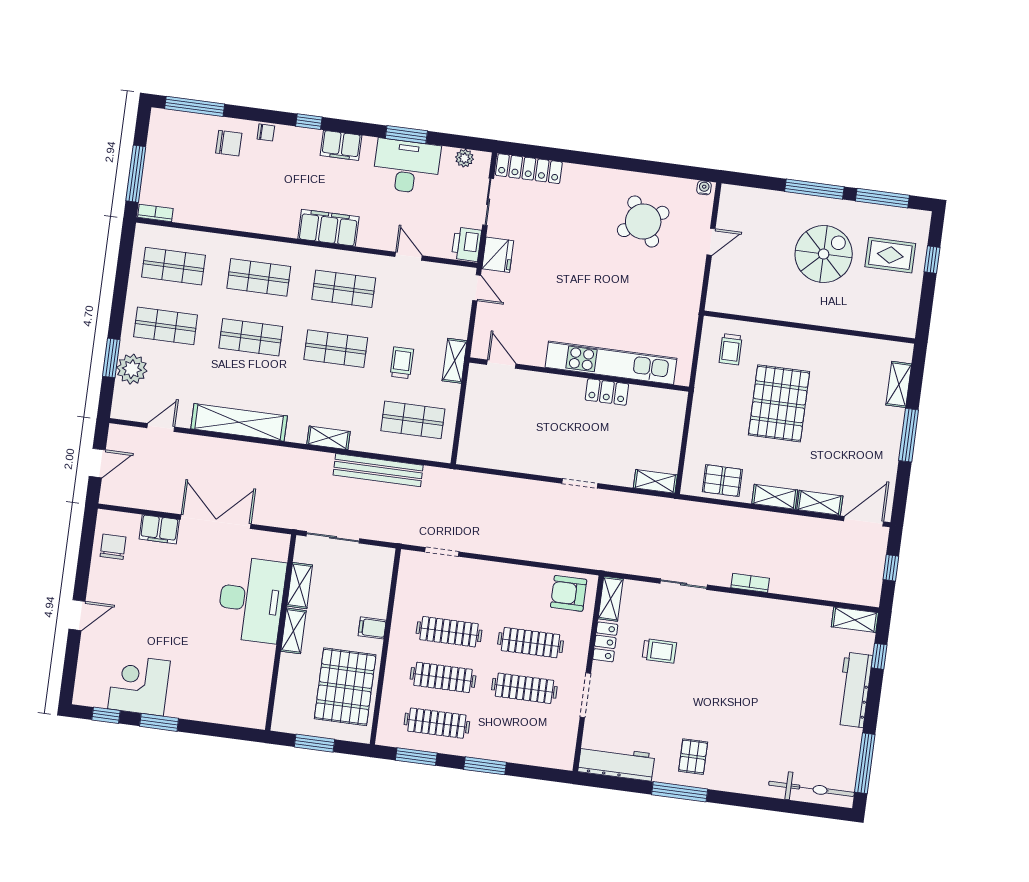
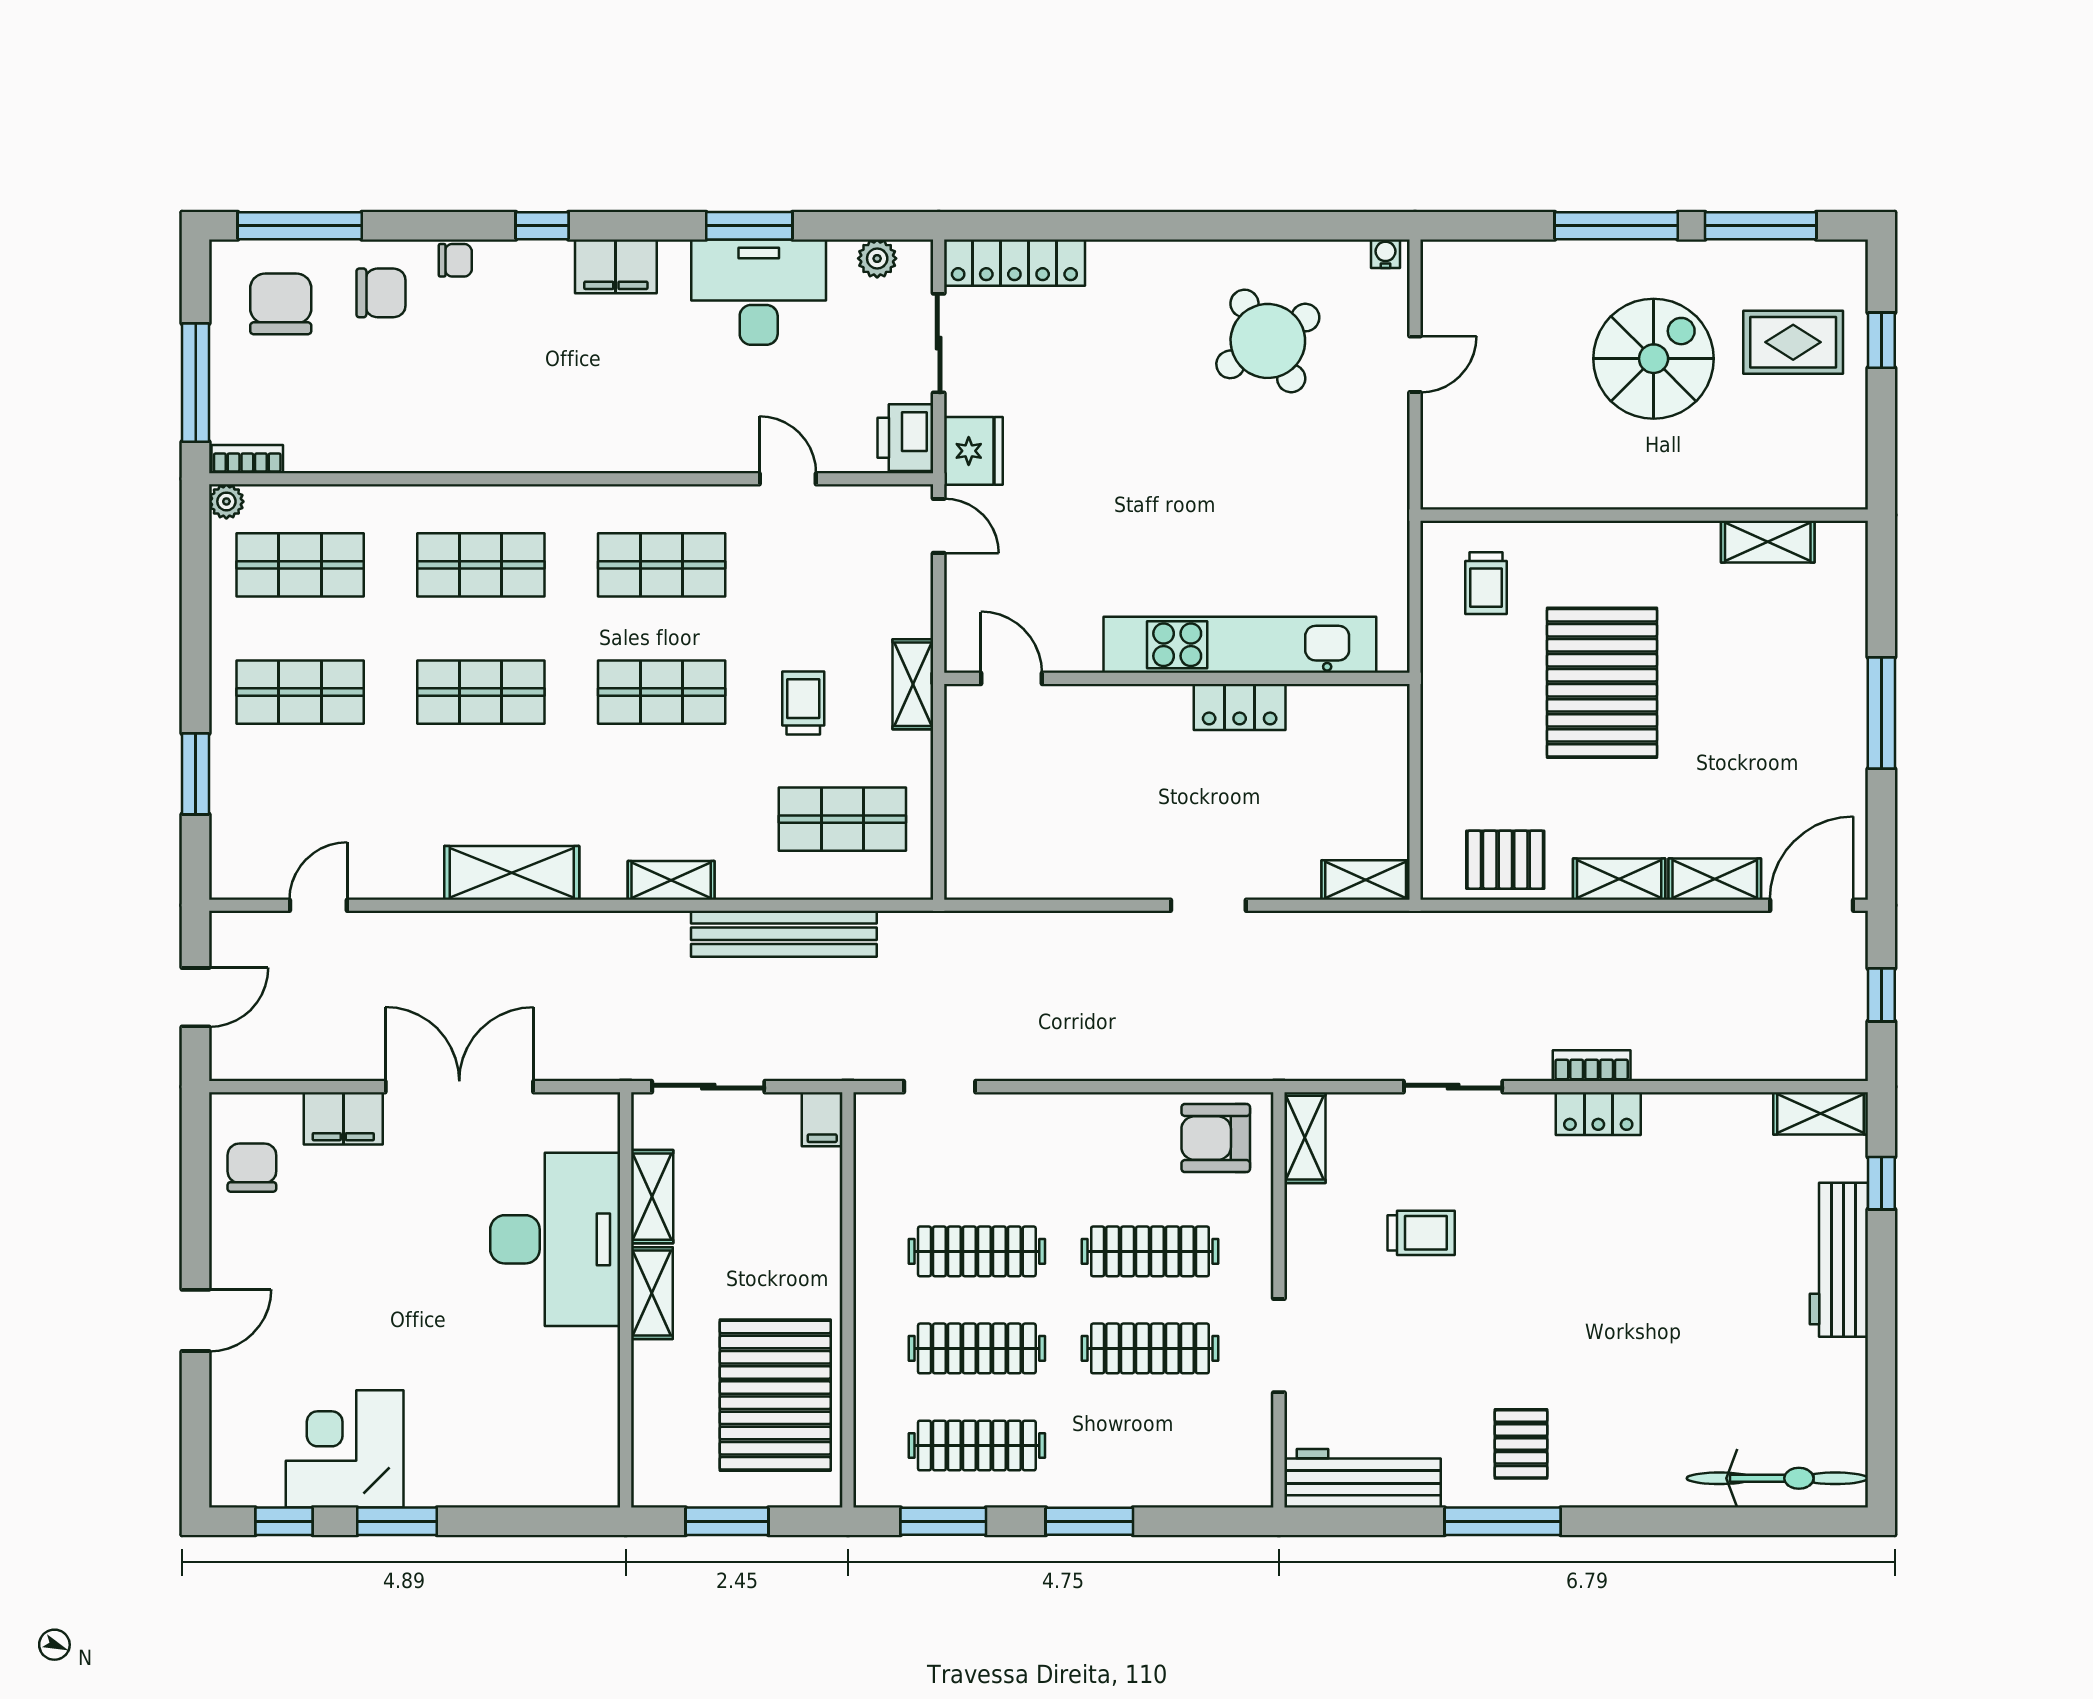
chair: (181, 142) -> (281, 304), added
filing cabinet: (328, 228) -> (613, 442), removed
plant: (132, 369) -> (226, 501), moved, width x0.53, depth x0.53
shelving: (899, 384) -> (1768, 542), moved, turned 90
shelving: (239, 422) -> (512, 873), width x0.68
filing cabinet: (372, 628) -> (822, 1119), moved, turned -90
locker: (605, 642) -> (1598, 1114), moved, turned 90
window: (865, 763) -> (1881, 1410), removed

